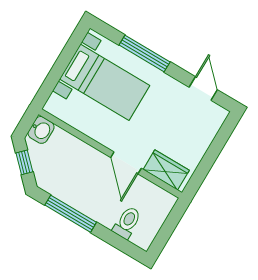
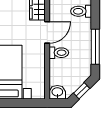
toilet: (91, 162) -> (59, 53), added

